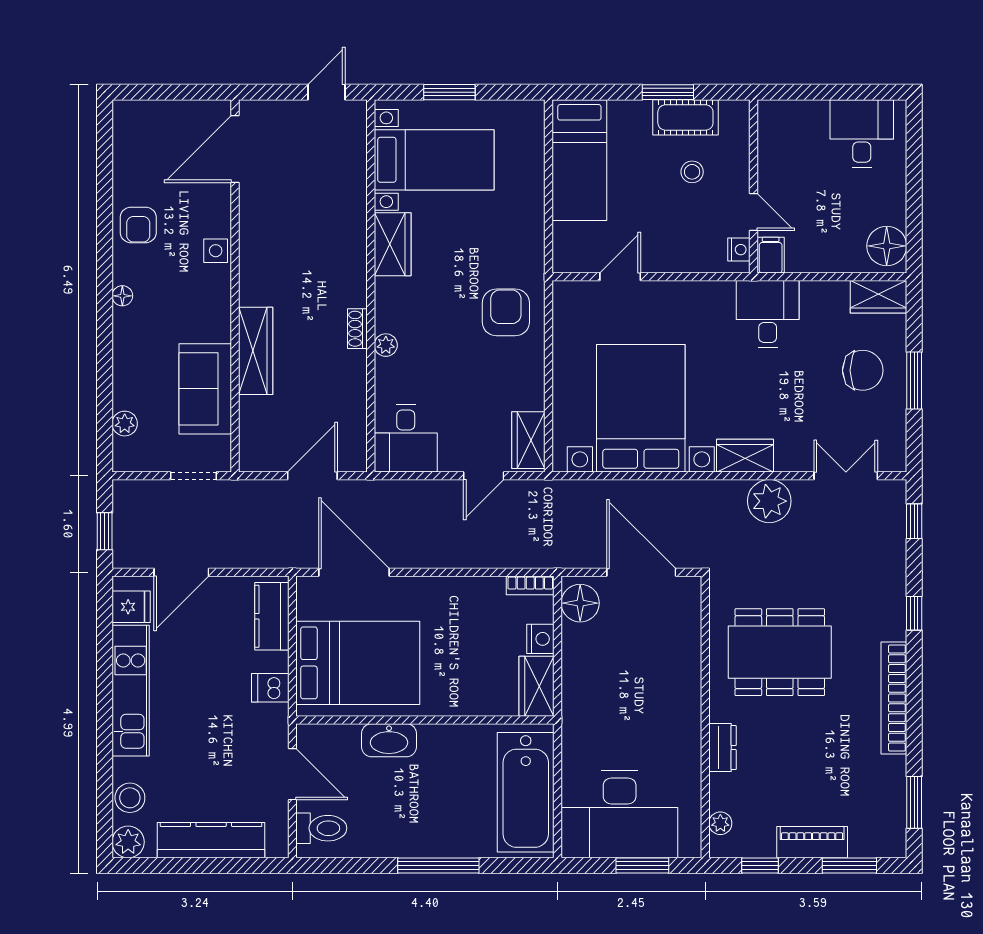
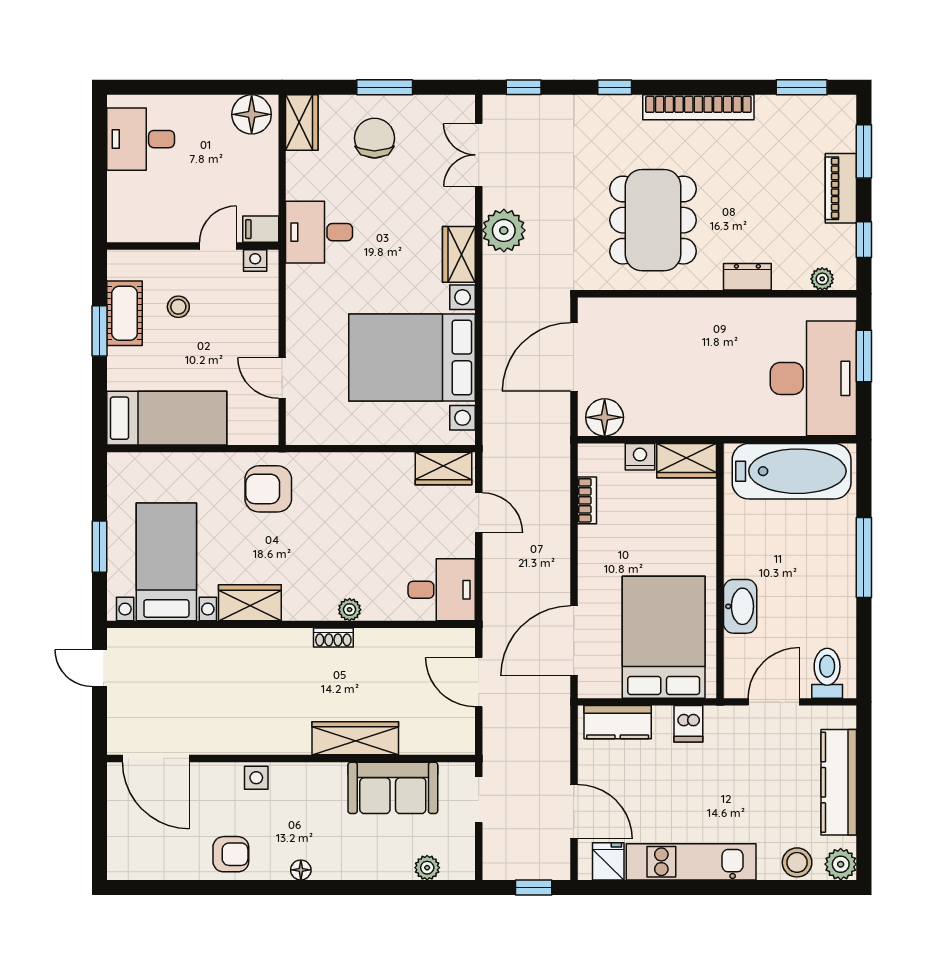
armchair: (506, 312) -> (268, 489), moved
bookcase: (530, 585) -> (587, 500), moved

